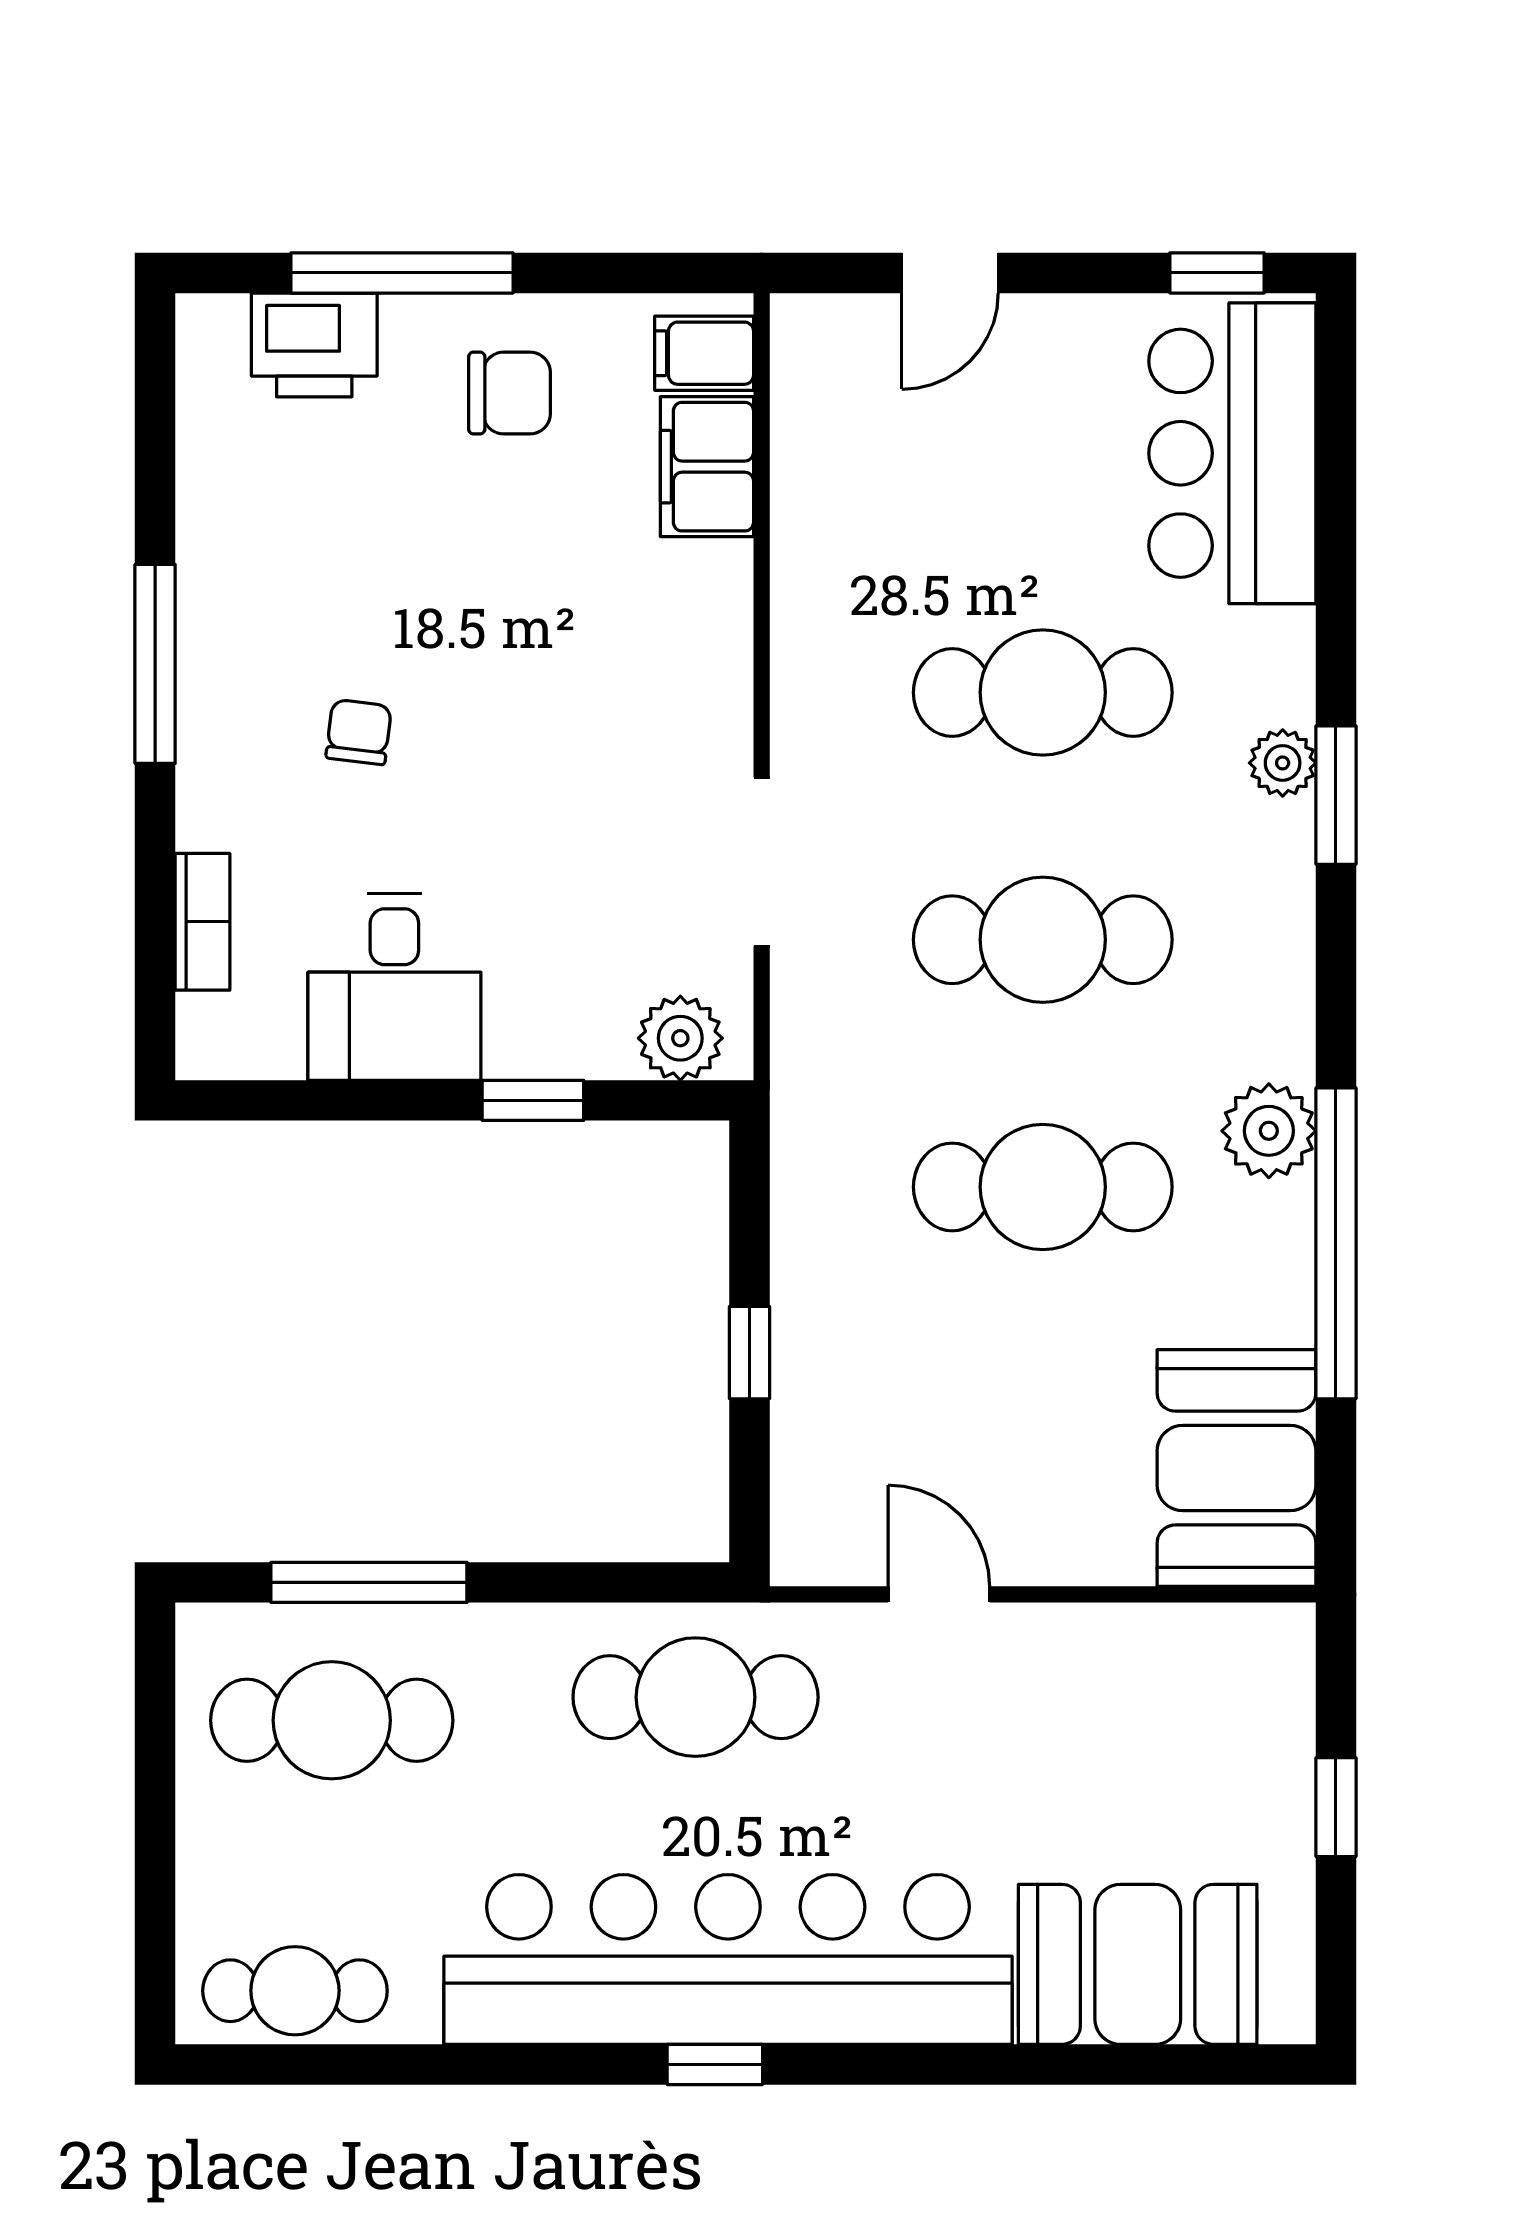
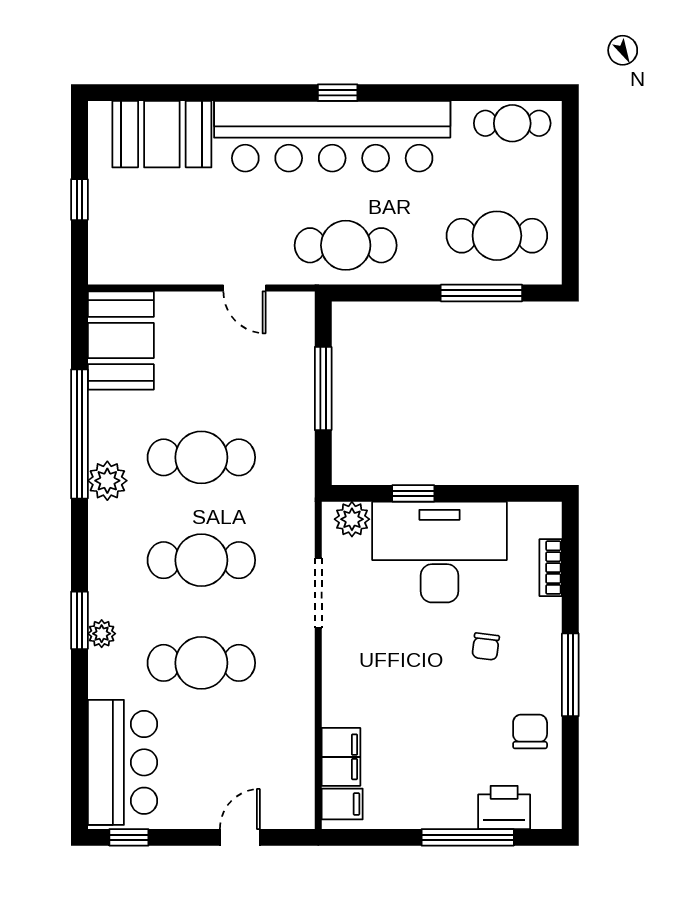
chair: (509, 393) -> (530, 731), moved, turned 90
desk: (394, 987) -> (439, 552), width x1.87, depth x1.30
window: (750, 1353) -> (323, 389), width x2.17

